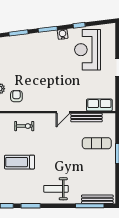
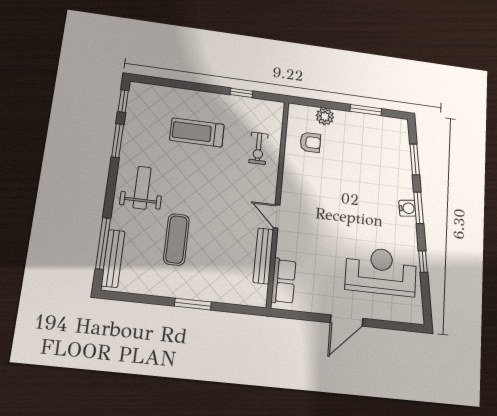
water cooler: (63, 34) -> (407, 208), moved
exercise mat: (97, 143) -> (176, 239), moved
treadmill: (20, 162) -> (197, 132), turned -90

